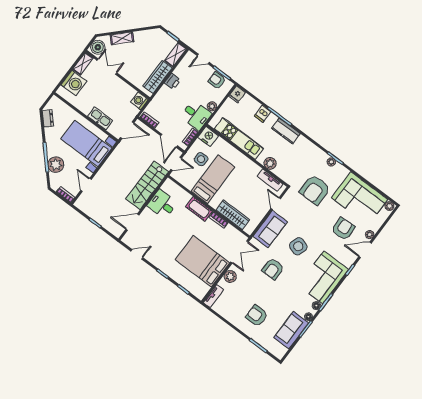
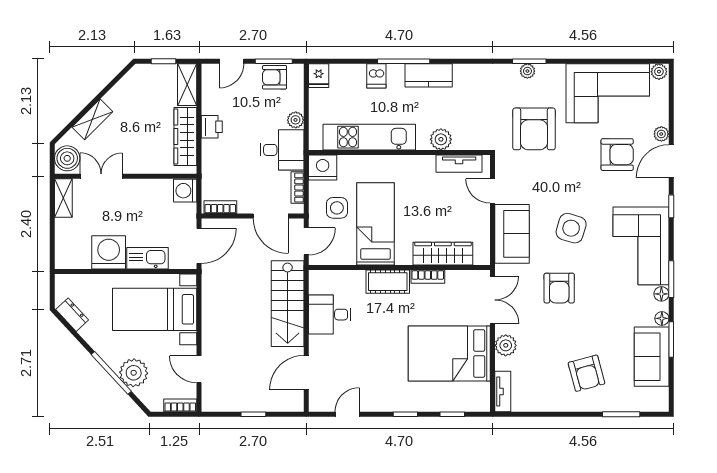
washing machine: (74, 83) -> (109, 252), moved, turned -90
armchair: (343, 229) -> (617, 155), turned 93
armchair: (257, 316) -> (586, 373), turned -105

